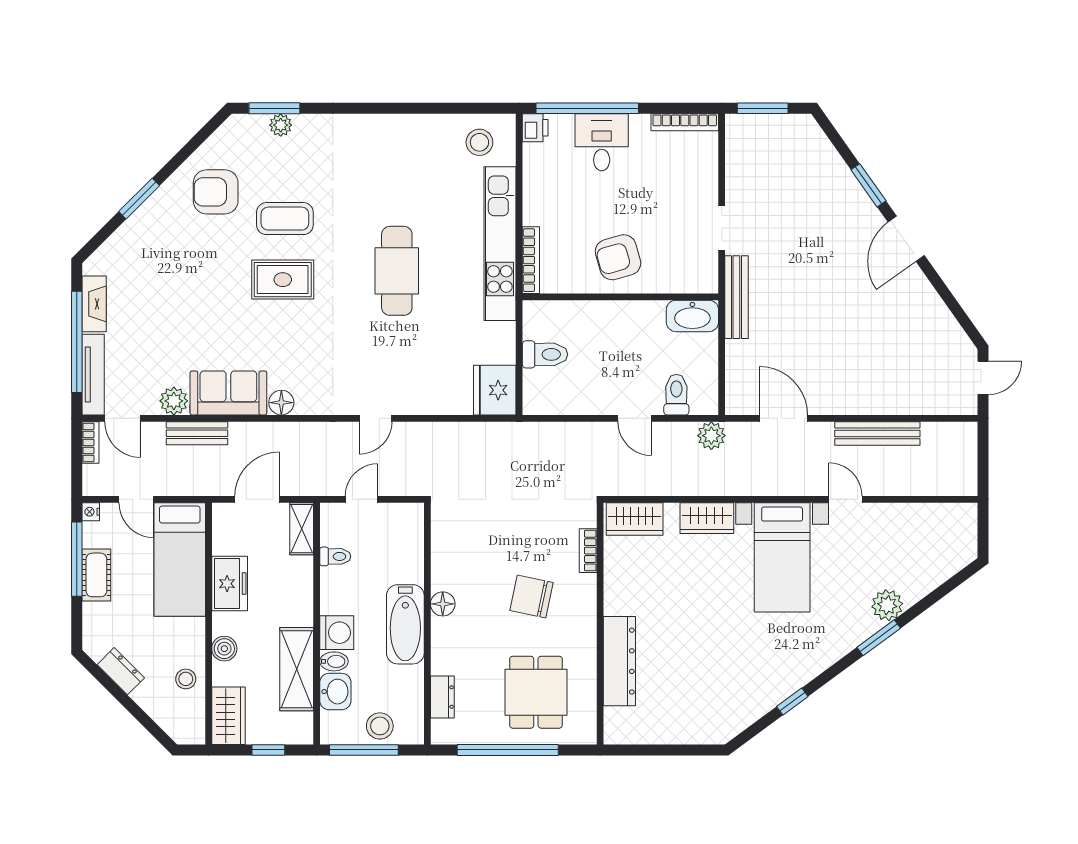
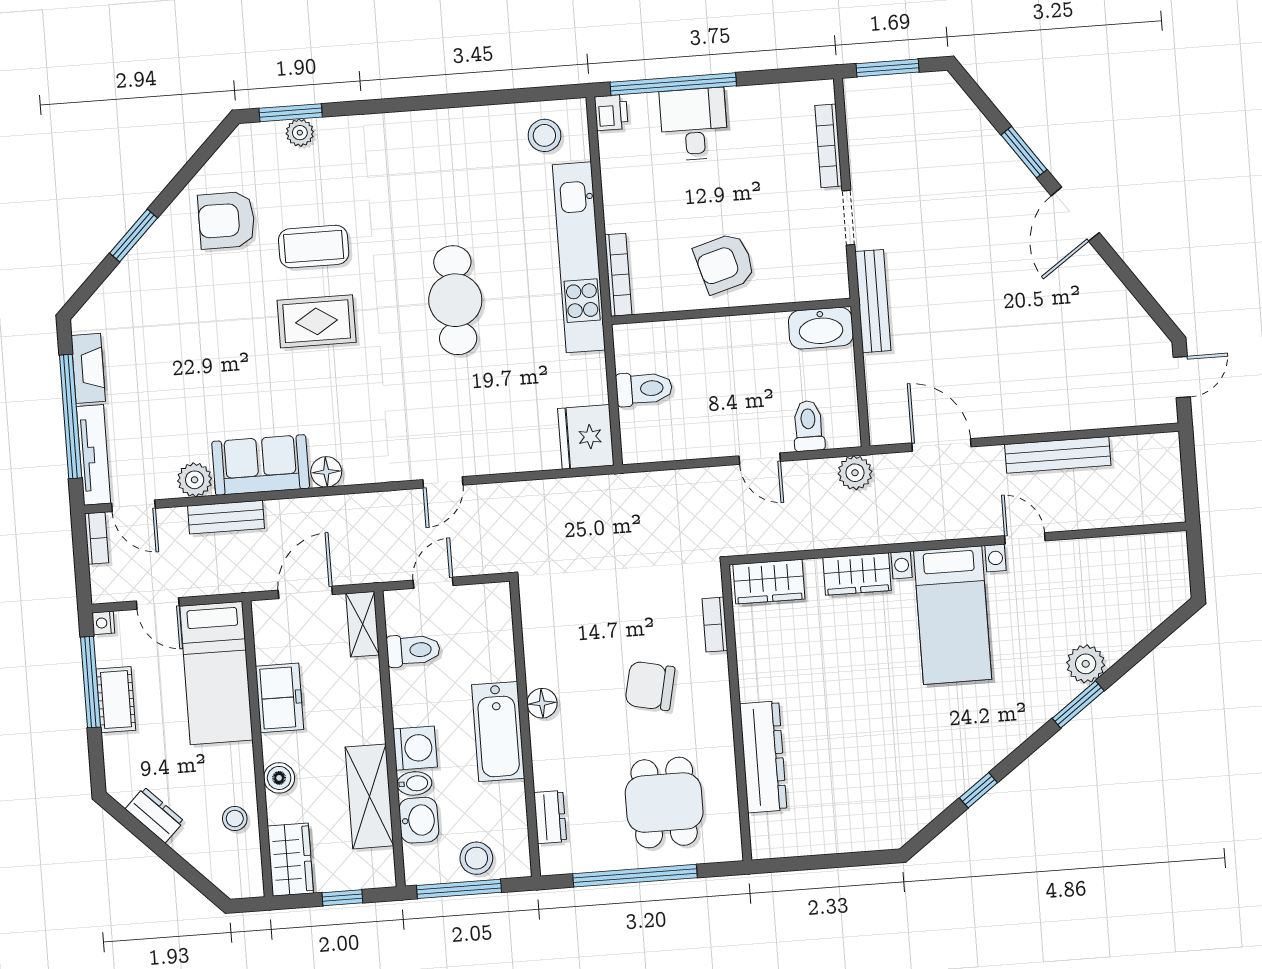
bookcase: (685, 122) -> (828, 146), moved, turned 90
toilet: (335, 556) -> (413, 650), width x1.37, depth x1.39

